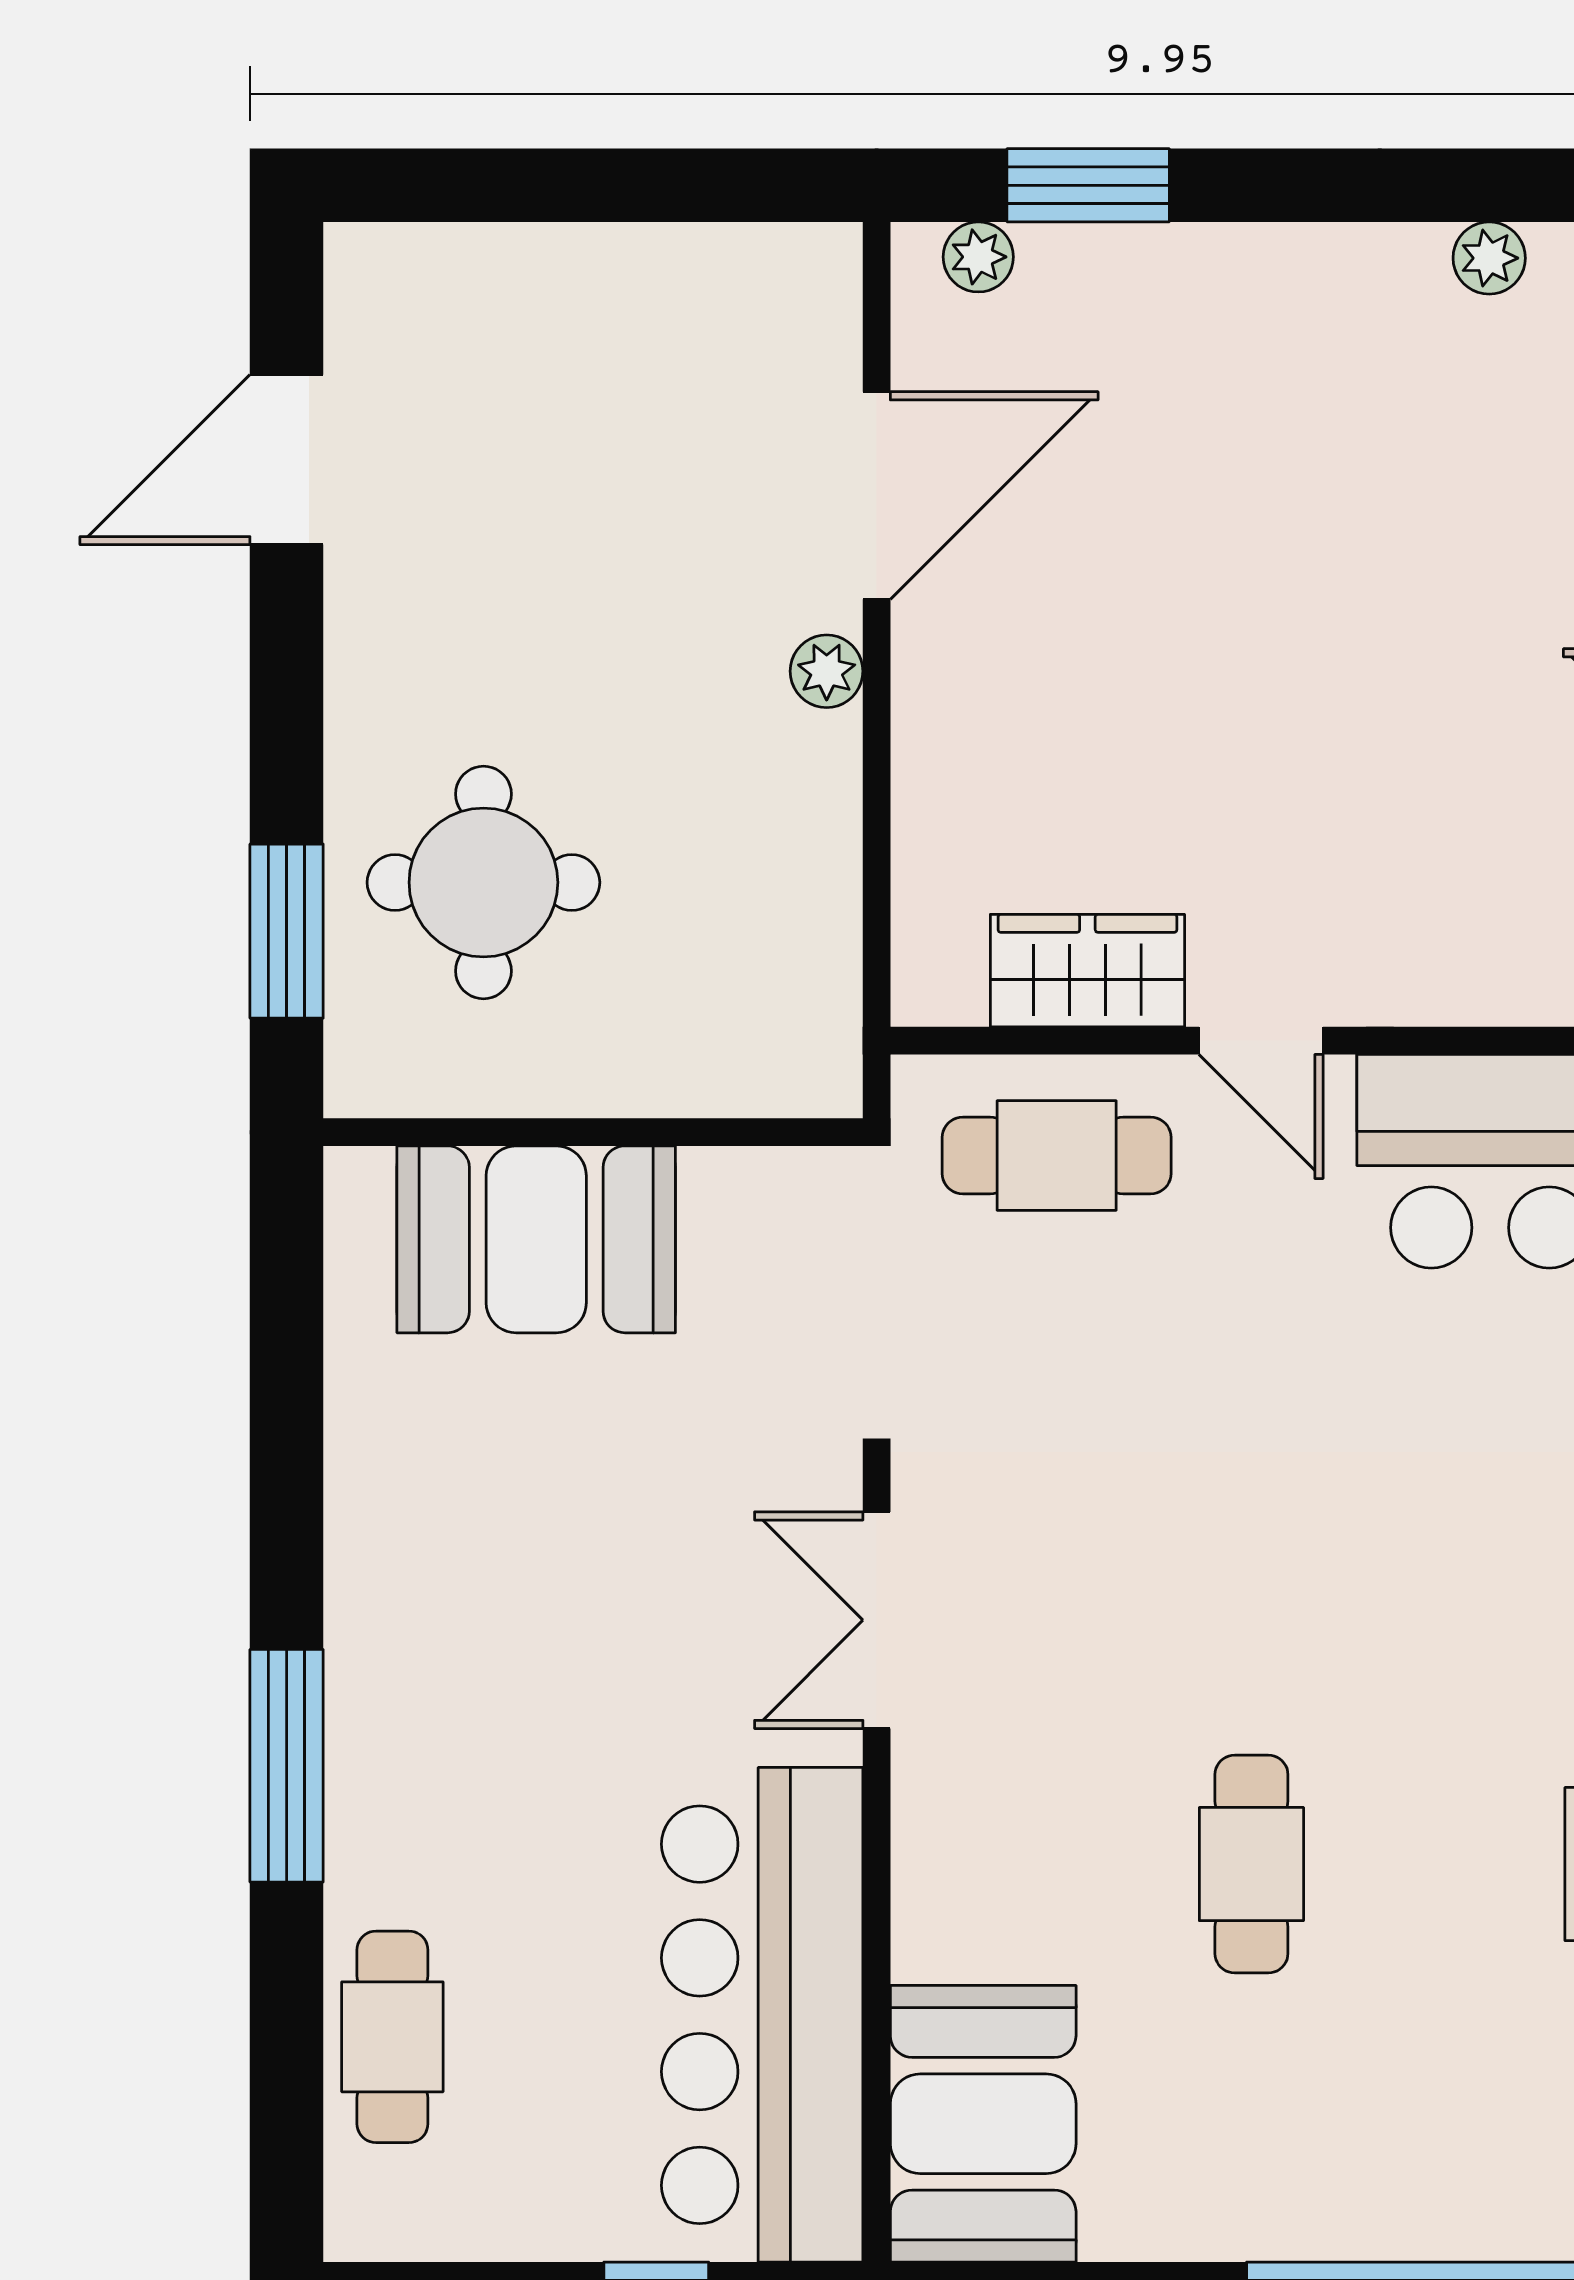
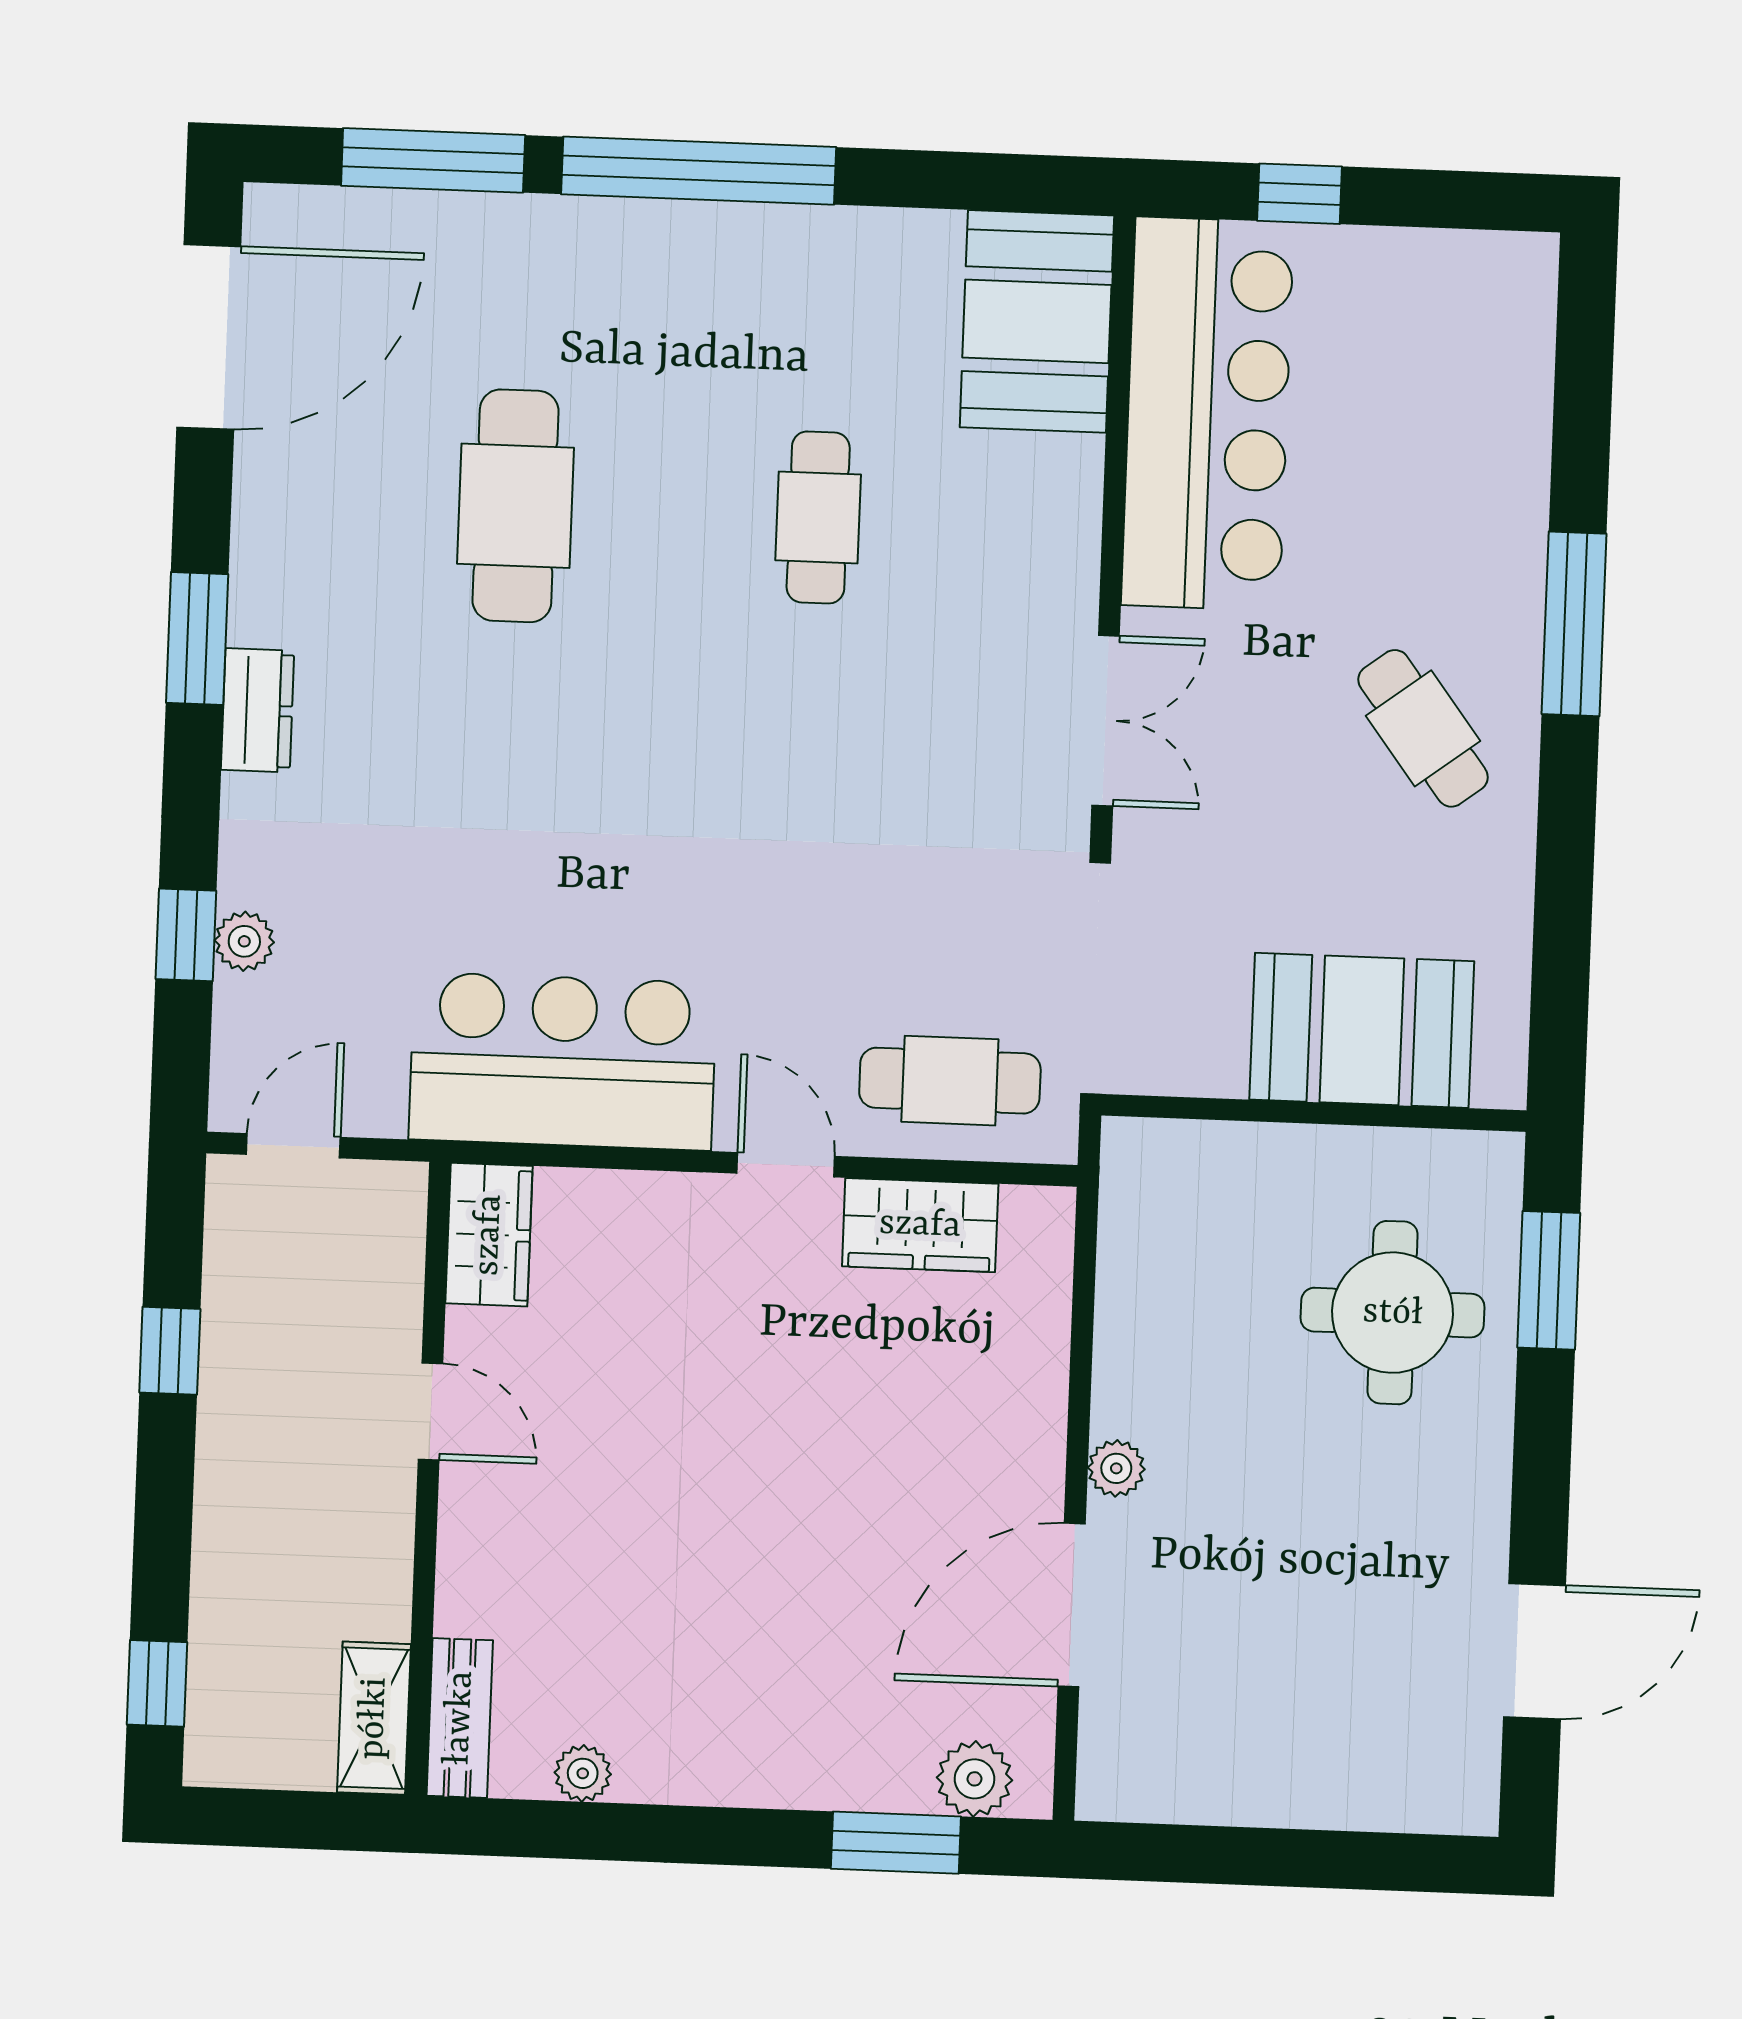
plant: (978, 257) -> (974, 1779), width x1.38, depth x1.38
cafe table: (392, 2037) -> (1423, 728), moved, turned -37

